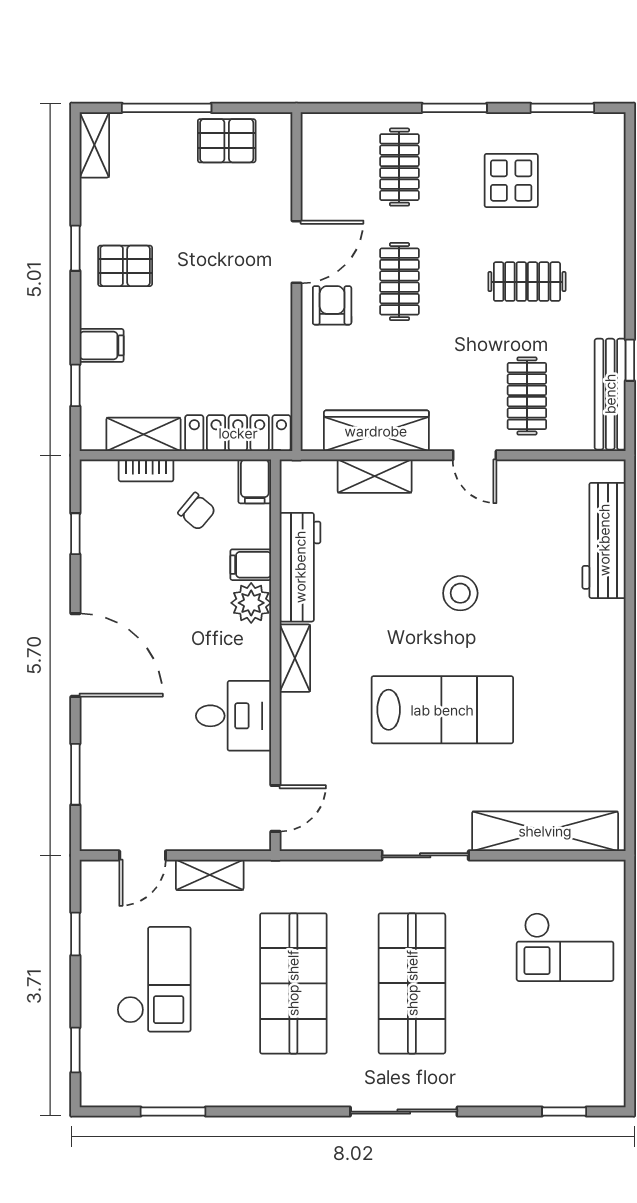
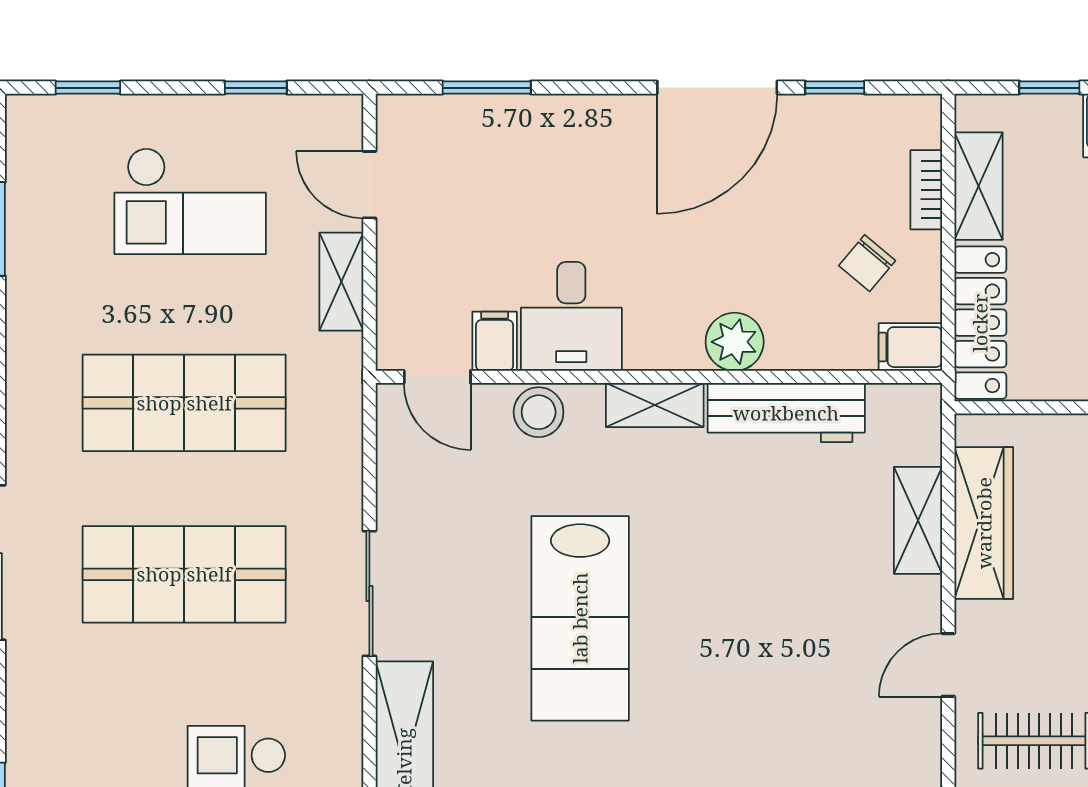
filing cabinet: (251, 565) -> (495, 341), moved
stool: (460, 593) -> (539, 412), moved
door: (75, 655) -> (717, 88), moved

